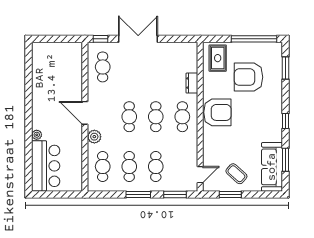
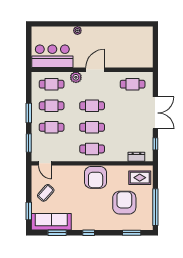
window: (100, 39) -> (155, 144), moved
dresser: (192, 83) -> (136, 157), moved
bar counter: (46, 166) -> (52, 56), moved, turned 180
window: (230, 195) -> (29, 211), moved

